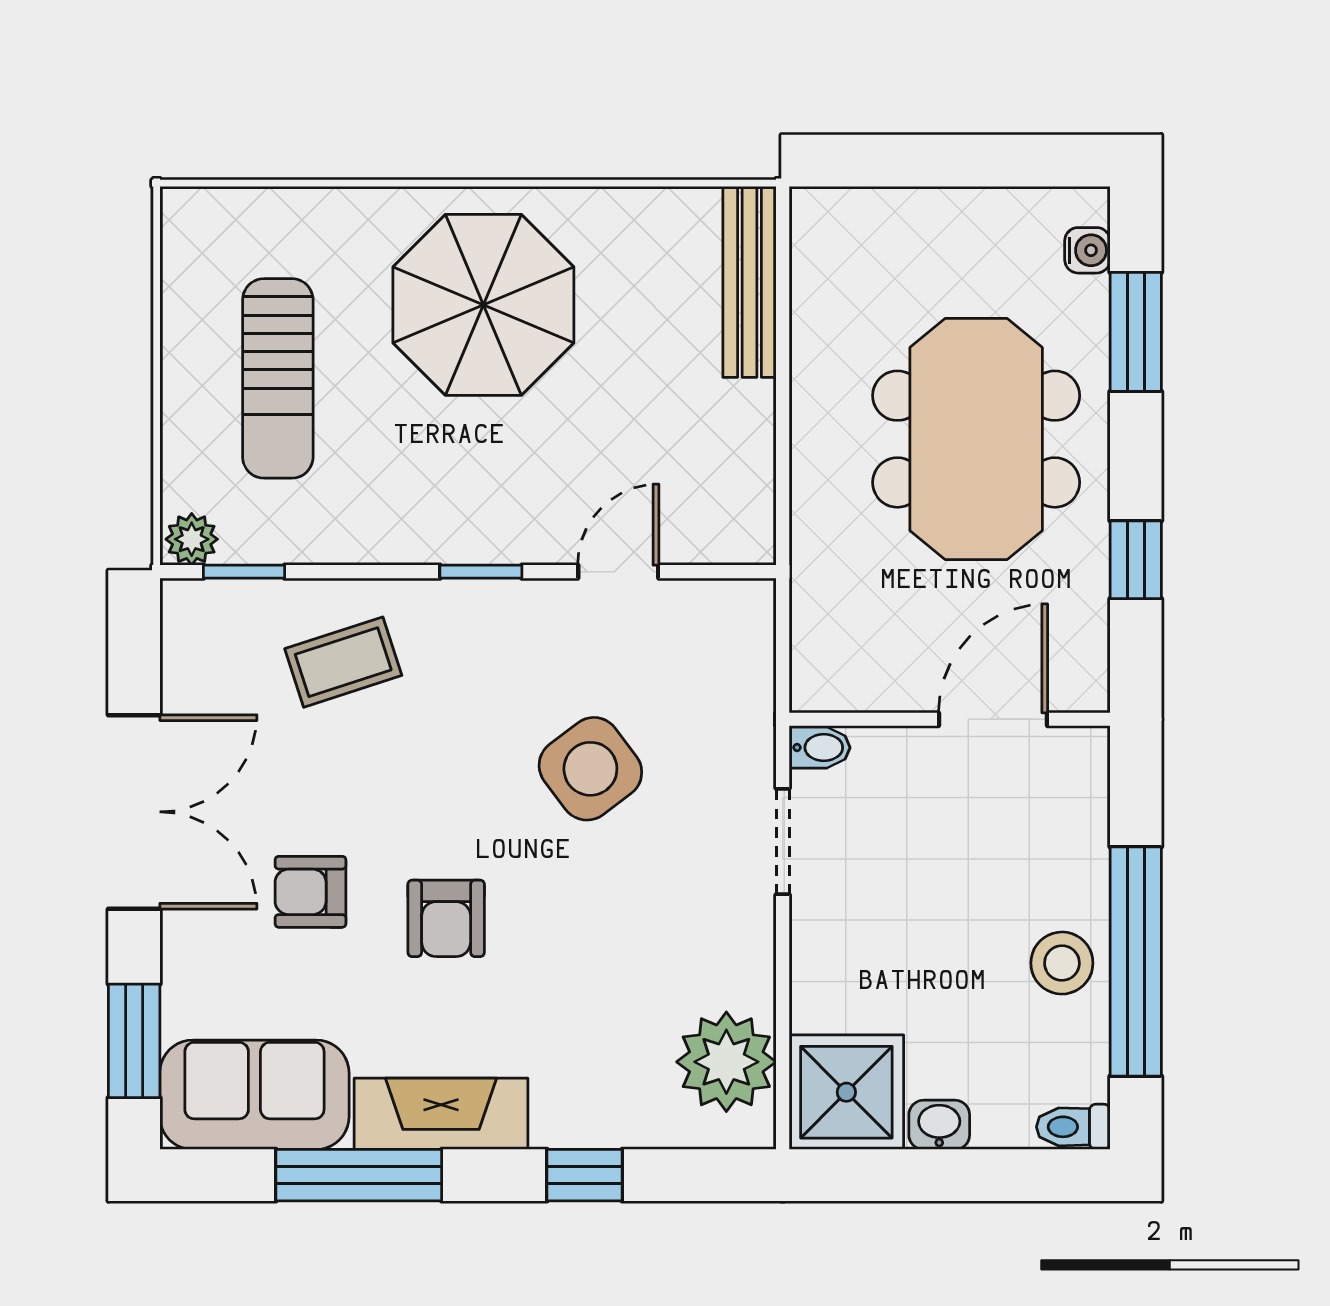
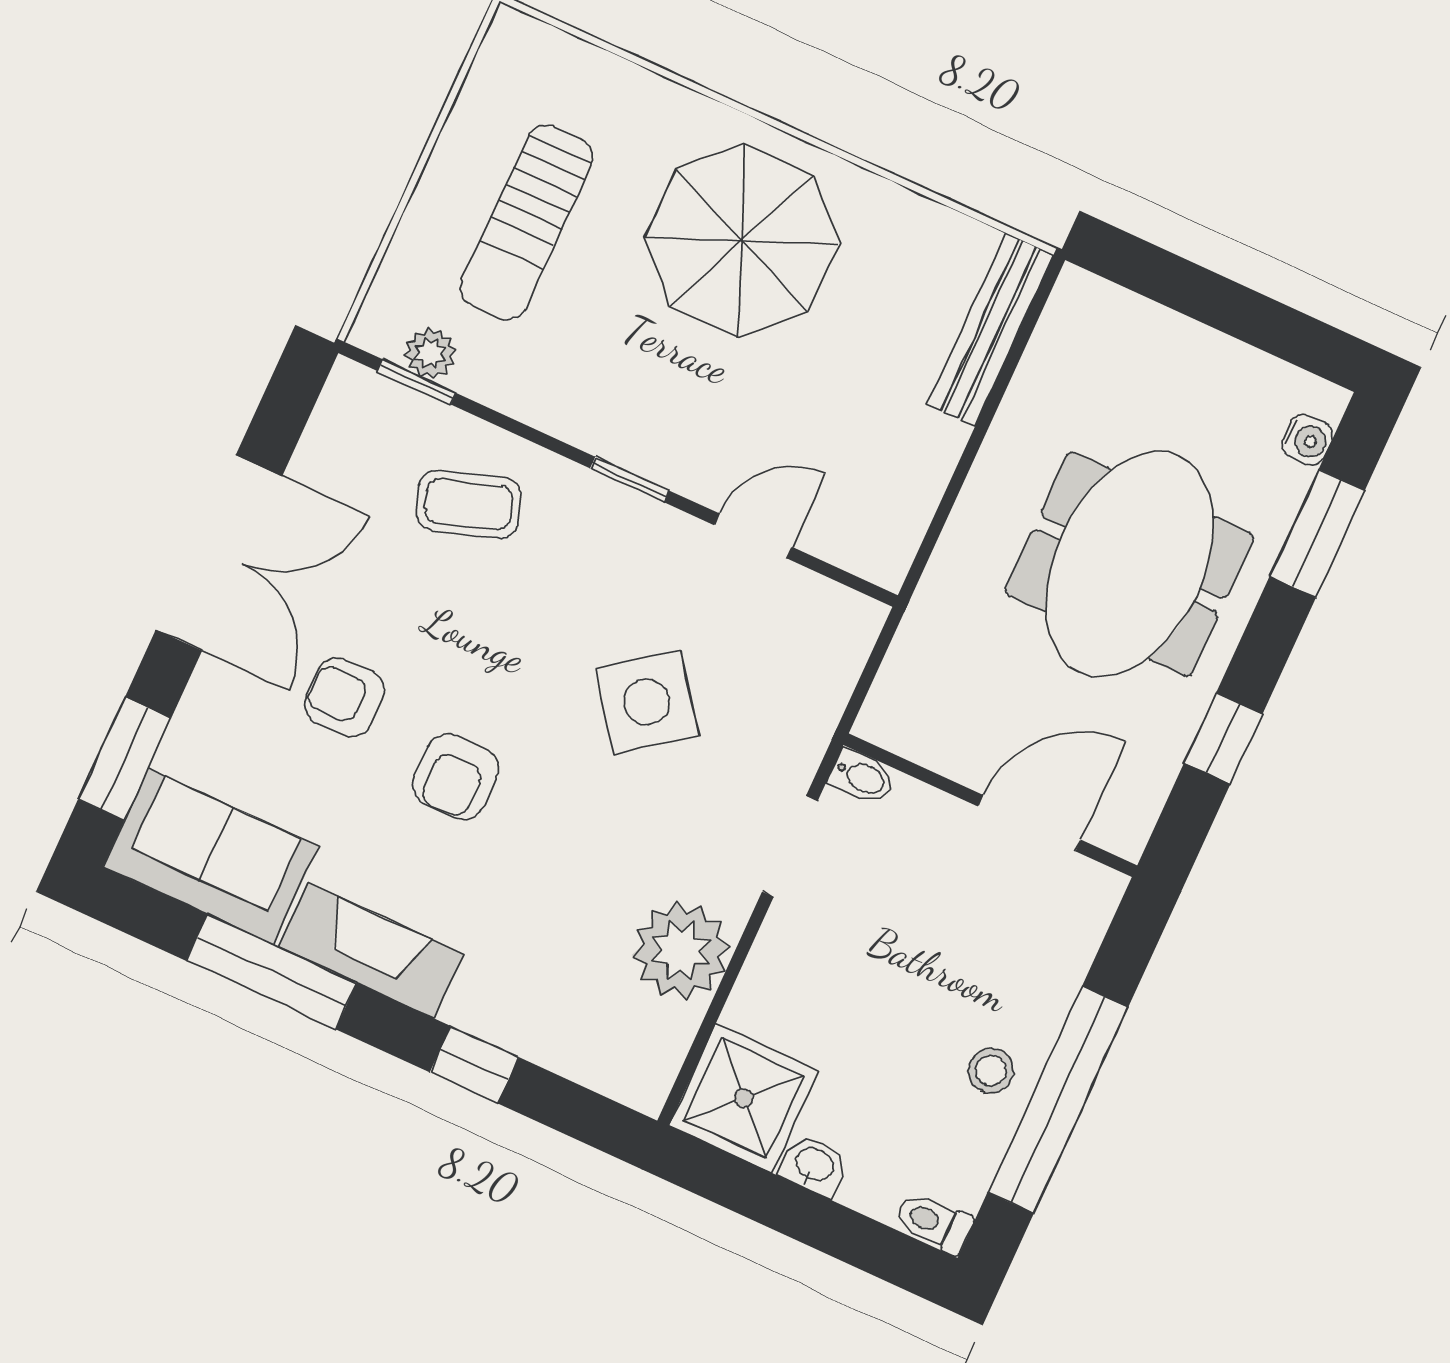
plant: (192, 539) -> (430, 353), moved
stool: (1062, 963) -> (991, 1071), width x0.73, depth x0.73
plant: (726, 1062) -> (681, 951), moved

